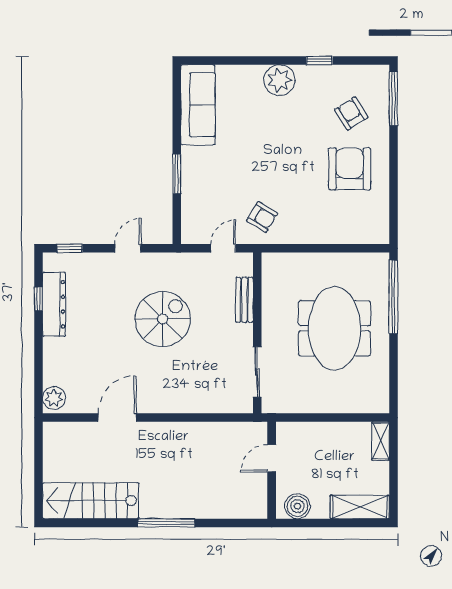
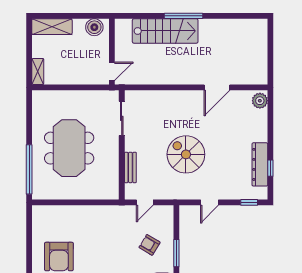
armchair: (262, 217) -> (150, 245), moved
spiral stairs: (163, 319) -> (186, 154), turned 90
door: (272, 458) -> (112, 71), moved
stairs: (91, 501) -> (165, 31), moved

